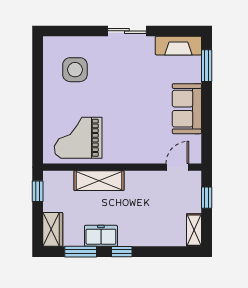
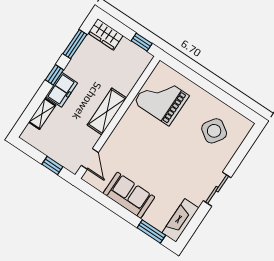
side table: (75, 70) -> (214, 131), turned 34
grand piano: (78, 138) -> (161, 99), turned -90
shelving: (99, 181) -> (107, 112), moved
shelving: (194, 230) -> (42, 114), moved, turned 90
freezer: (101, 236) -> (62, 90), moved

